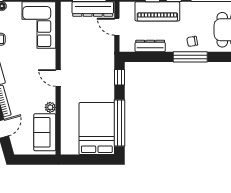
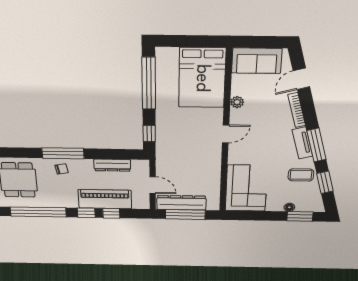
door: (58, 78) -> (226, 134), hinge flipped
bed: (97, 129) -> (202, 78), moved
sofa: (45, 132) -> (257, 61), moved, turned 90

